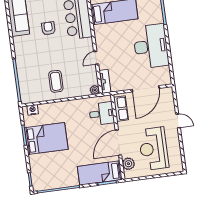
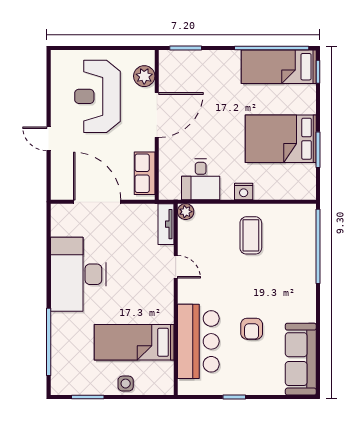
door: (96, 58) -> (176, 267), hinge flipped
door: (146, 89) -> (97, 202), hinge flipped
nightstand: (33, 110) -> (244, 191), moved
desk: (102, 114) -> (201, 179), moved, turned -90
reception desk: (153, 149) -> (97, 96), turned 180
bed: (100, 173) -> (279, 67), moved, turned 180

